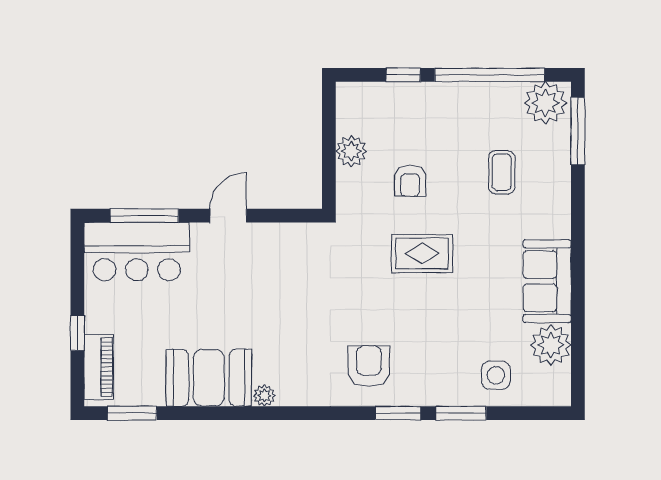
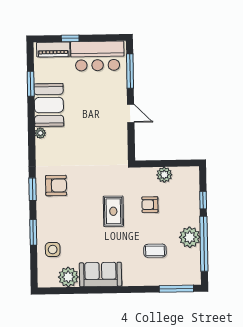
plant: (546, 103) -> (190, 237), moved
bar counter: (137, 252) -> (97, 56), moved, turned -90
window: (132, 413) -> (31, 84), moved
window: (398, 413) -> (33, 189), moved

